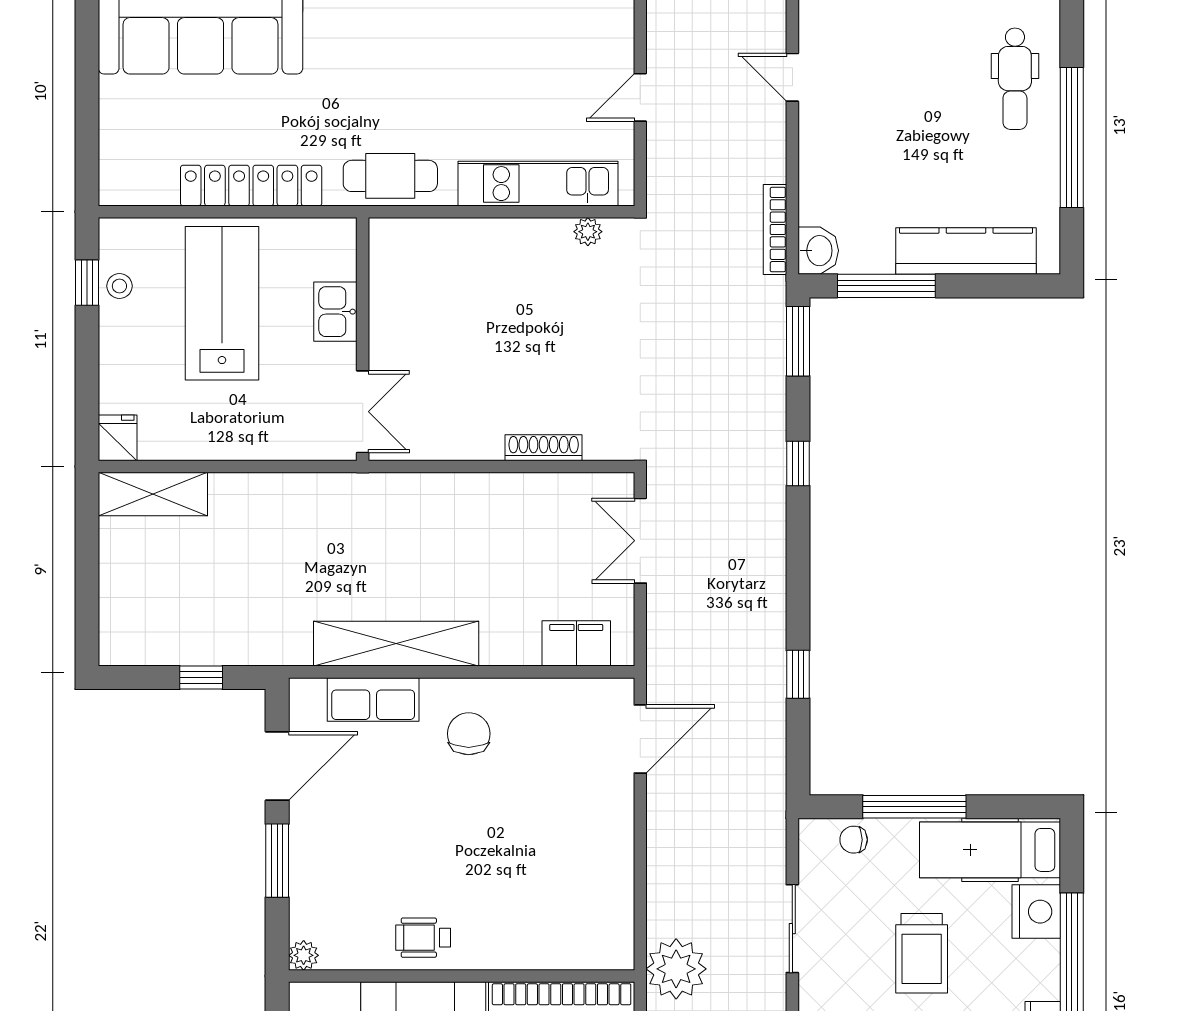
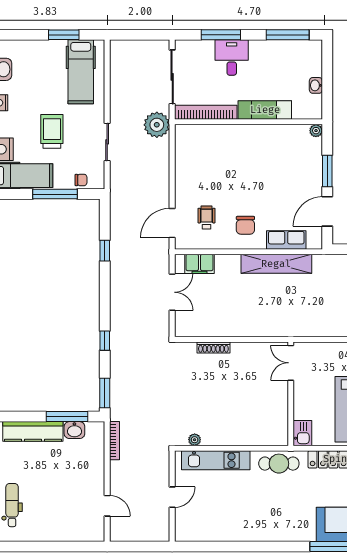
washbasin: (818, 251) -> (74, 430), moved, turned -90
kitchen sink: (335, 312) -> (302, 433), moved
double door: (640, 541) -> (172, 292), moved
wheelchair: (423, 938) -> (207, 217), moved, turned -90

